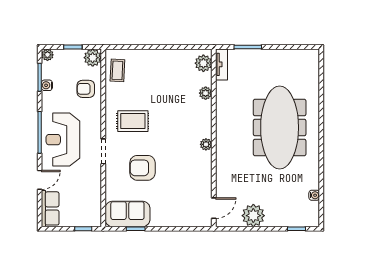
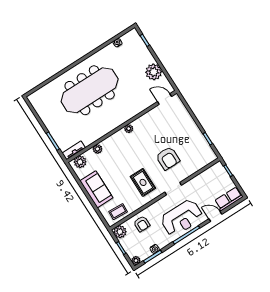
sofa: (127, 214) -> (96, 189), moved, turned 180

